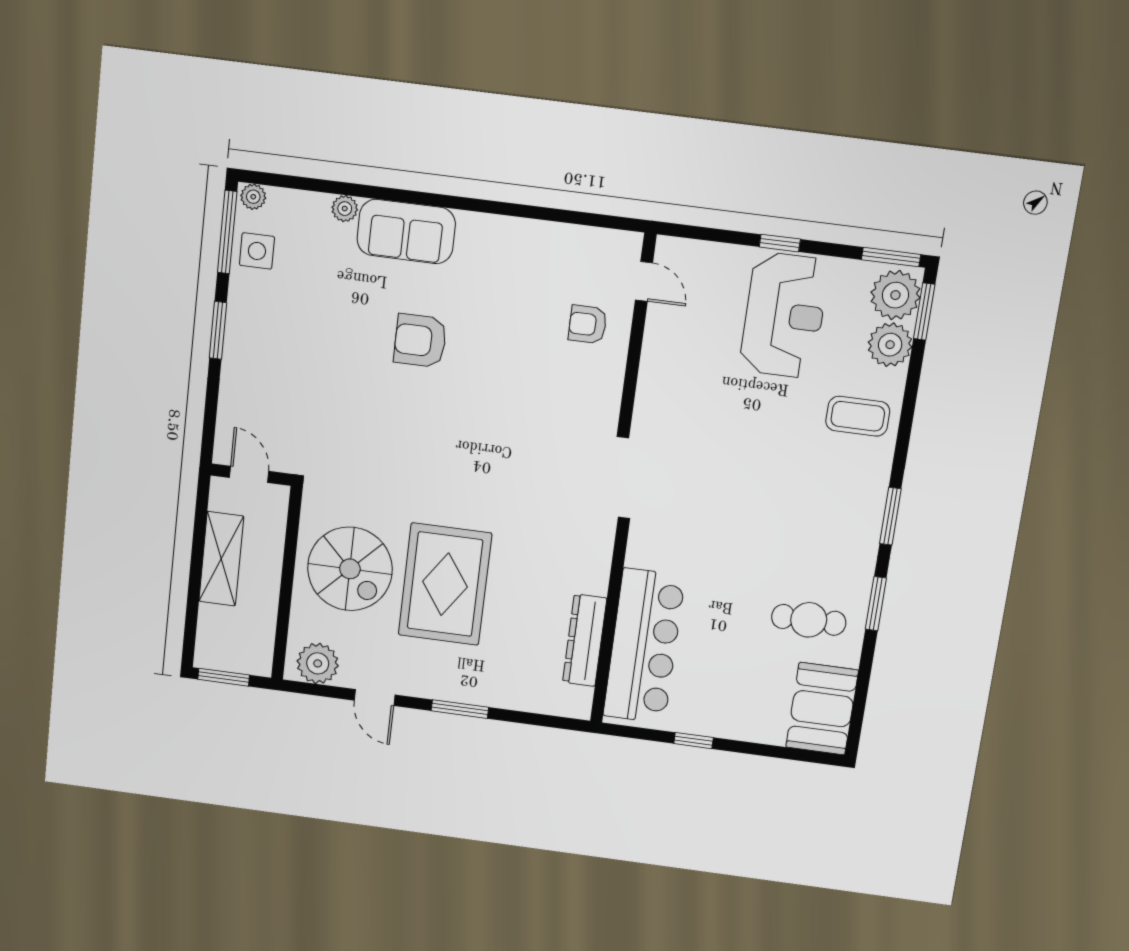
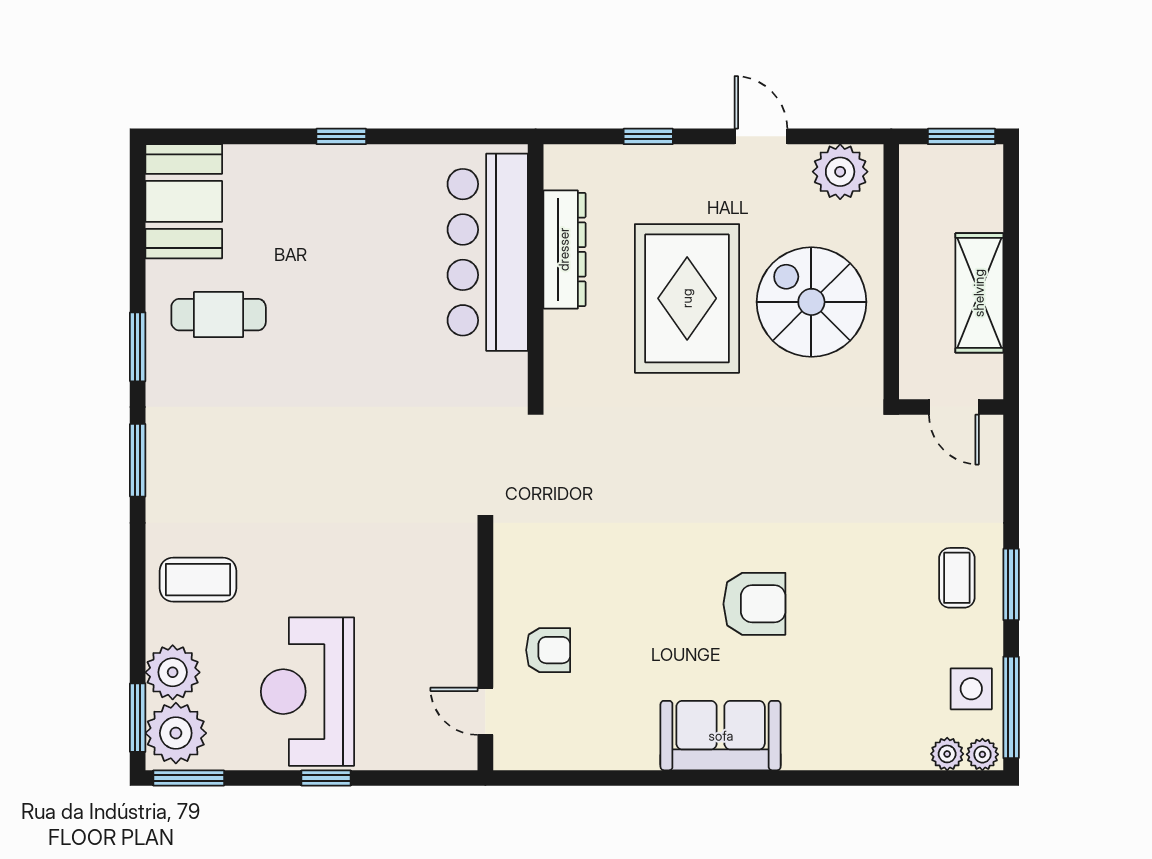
plant: (345, 209) -> (947, 754), moved
sofa: (406, 231) -> (721, 736), moved
coffee table: (260, 341) -> (957, 578), added
wall: (609, 626) -> (536, 272), moved
dresser: (585, 640) -> (564, 249), moved
bar counter: (644, 646) -> (488, 252), moved
window: (460, 709) -> (648, 136), width x0.67

